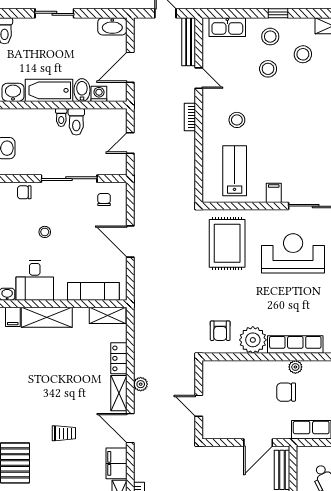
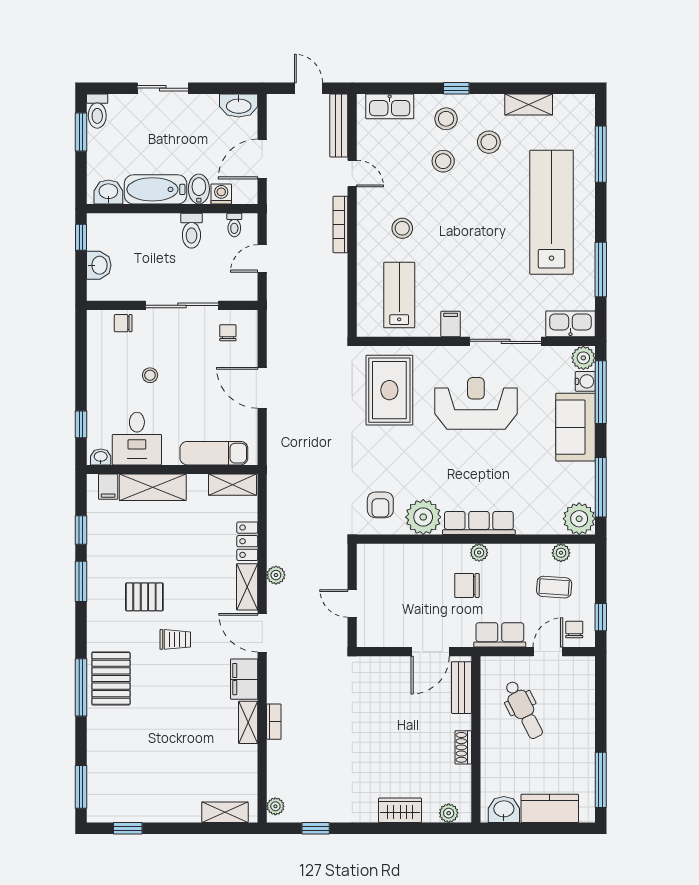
toilet: (61, 117) -> (234, 225), moved
bookcase: (190, 117) -> (340, 224), width x1.56
pallet: (40, 401) -> (144, 597), added

